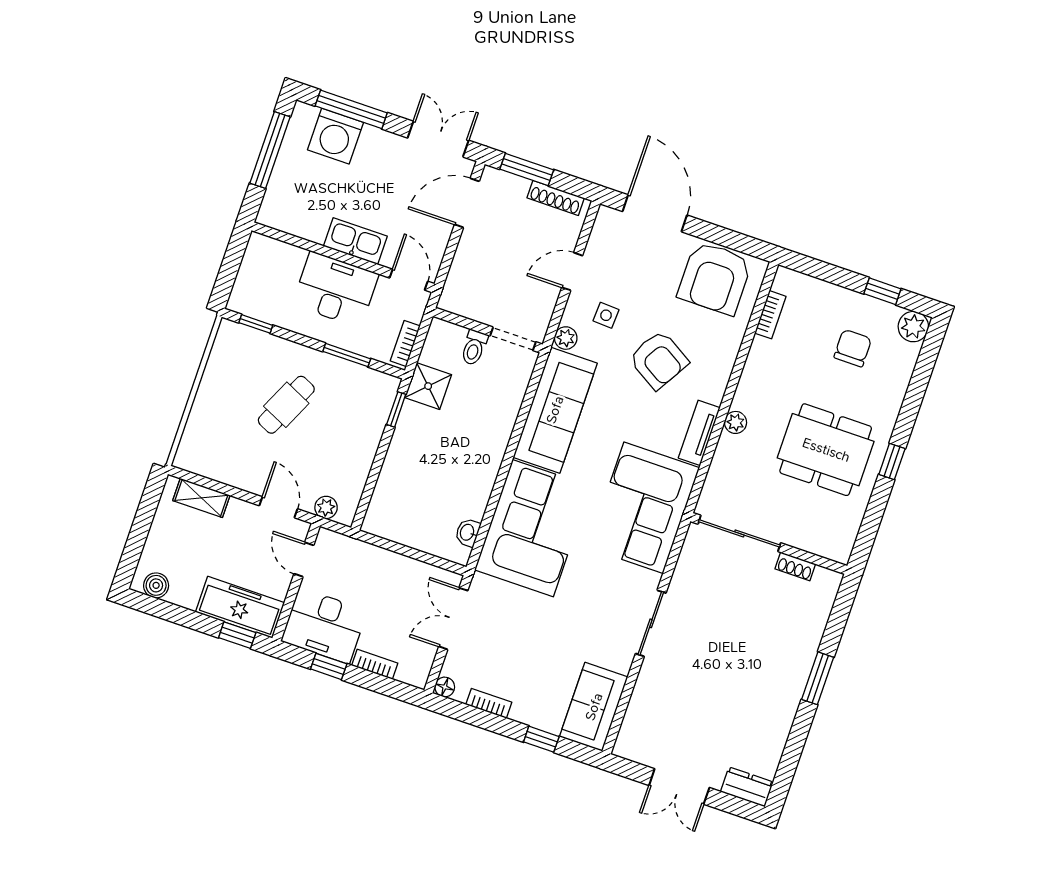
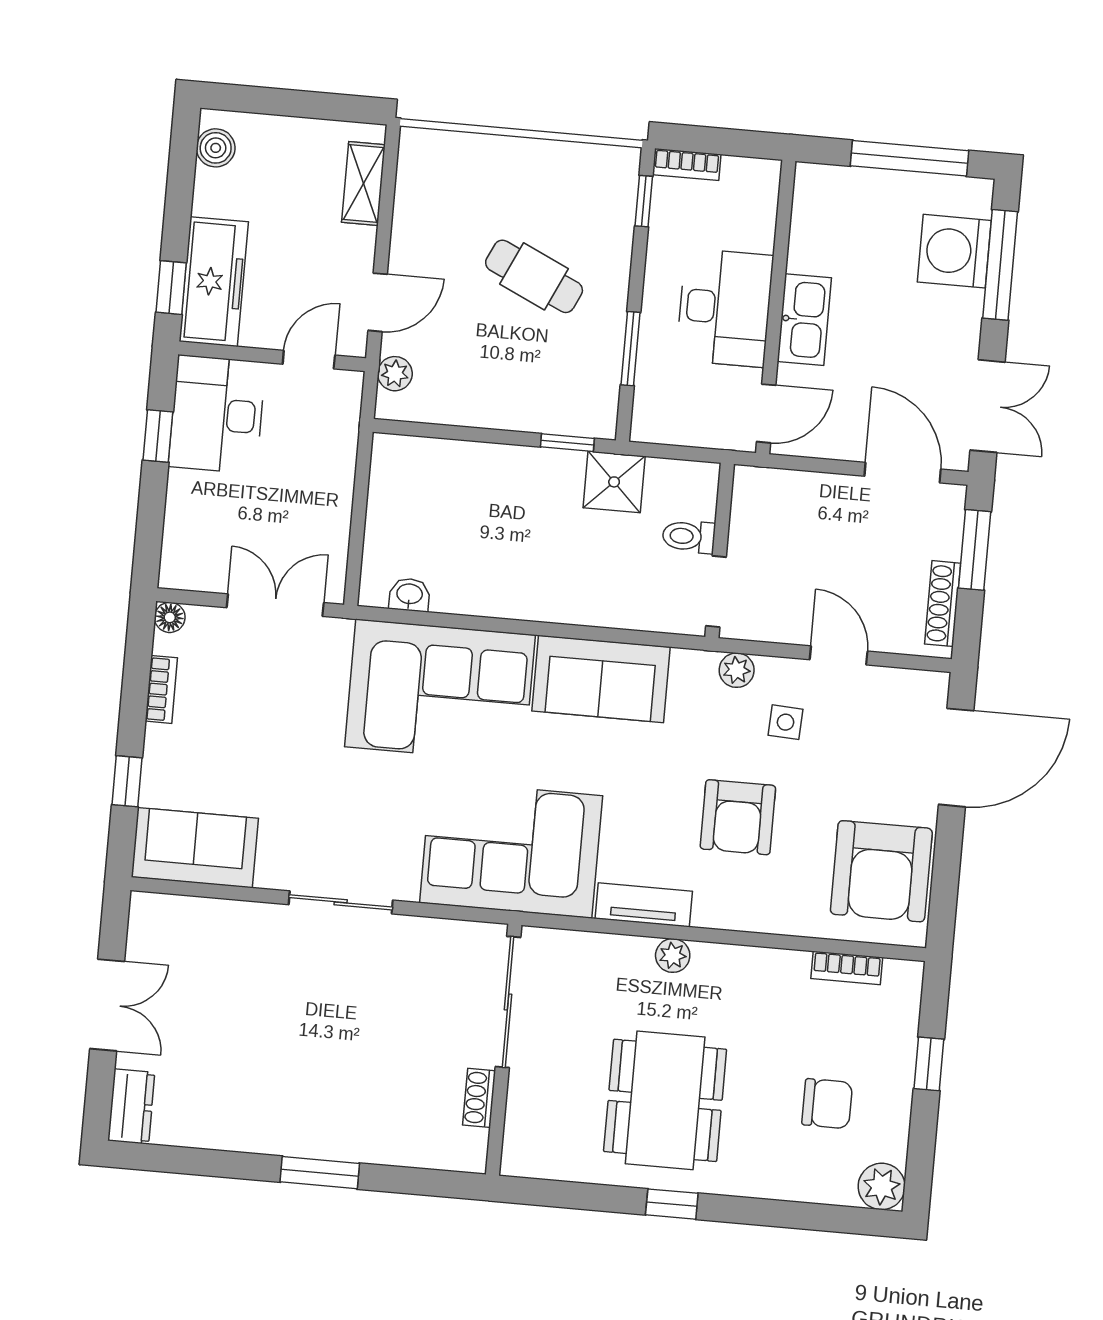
armchair: (715, 278) -> (881, 871), turned -90
window: (882, 291) -> (929, 1064), moved
bookcase: (405, 343) -> (687, 165), moved, turned 180
armchair: (659, 360) -> (738, 817), turned -31
sofa: (555, 410) -> (601, 679), width x0.73
bookcase: (375, 664) -> (178, 504), removed
double door: (679, 786) -> (107, 1005), swing flipped

